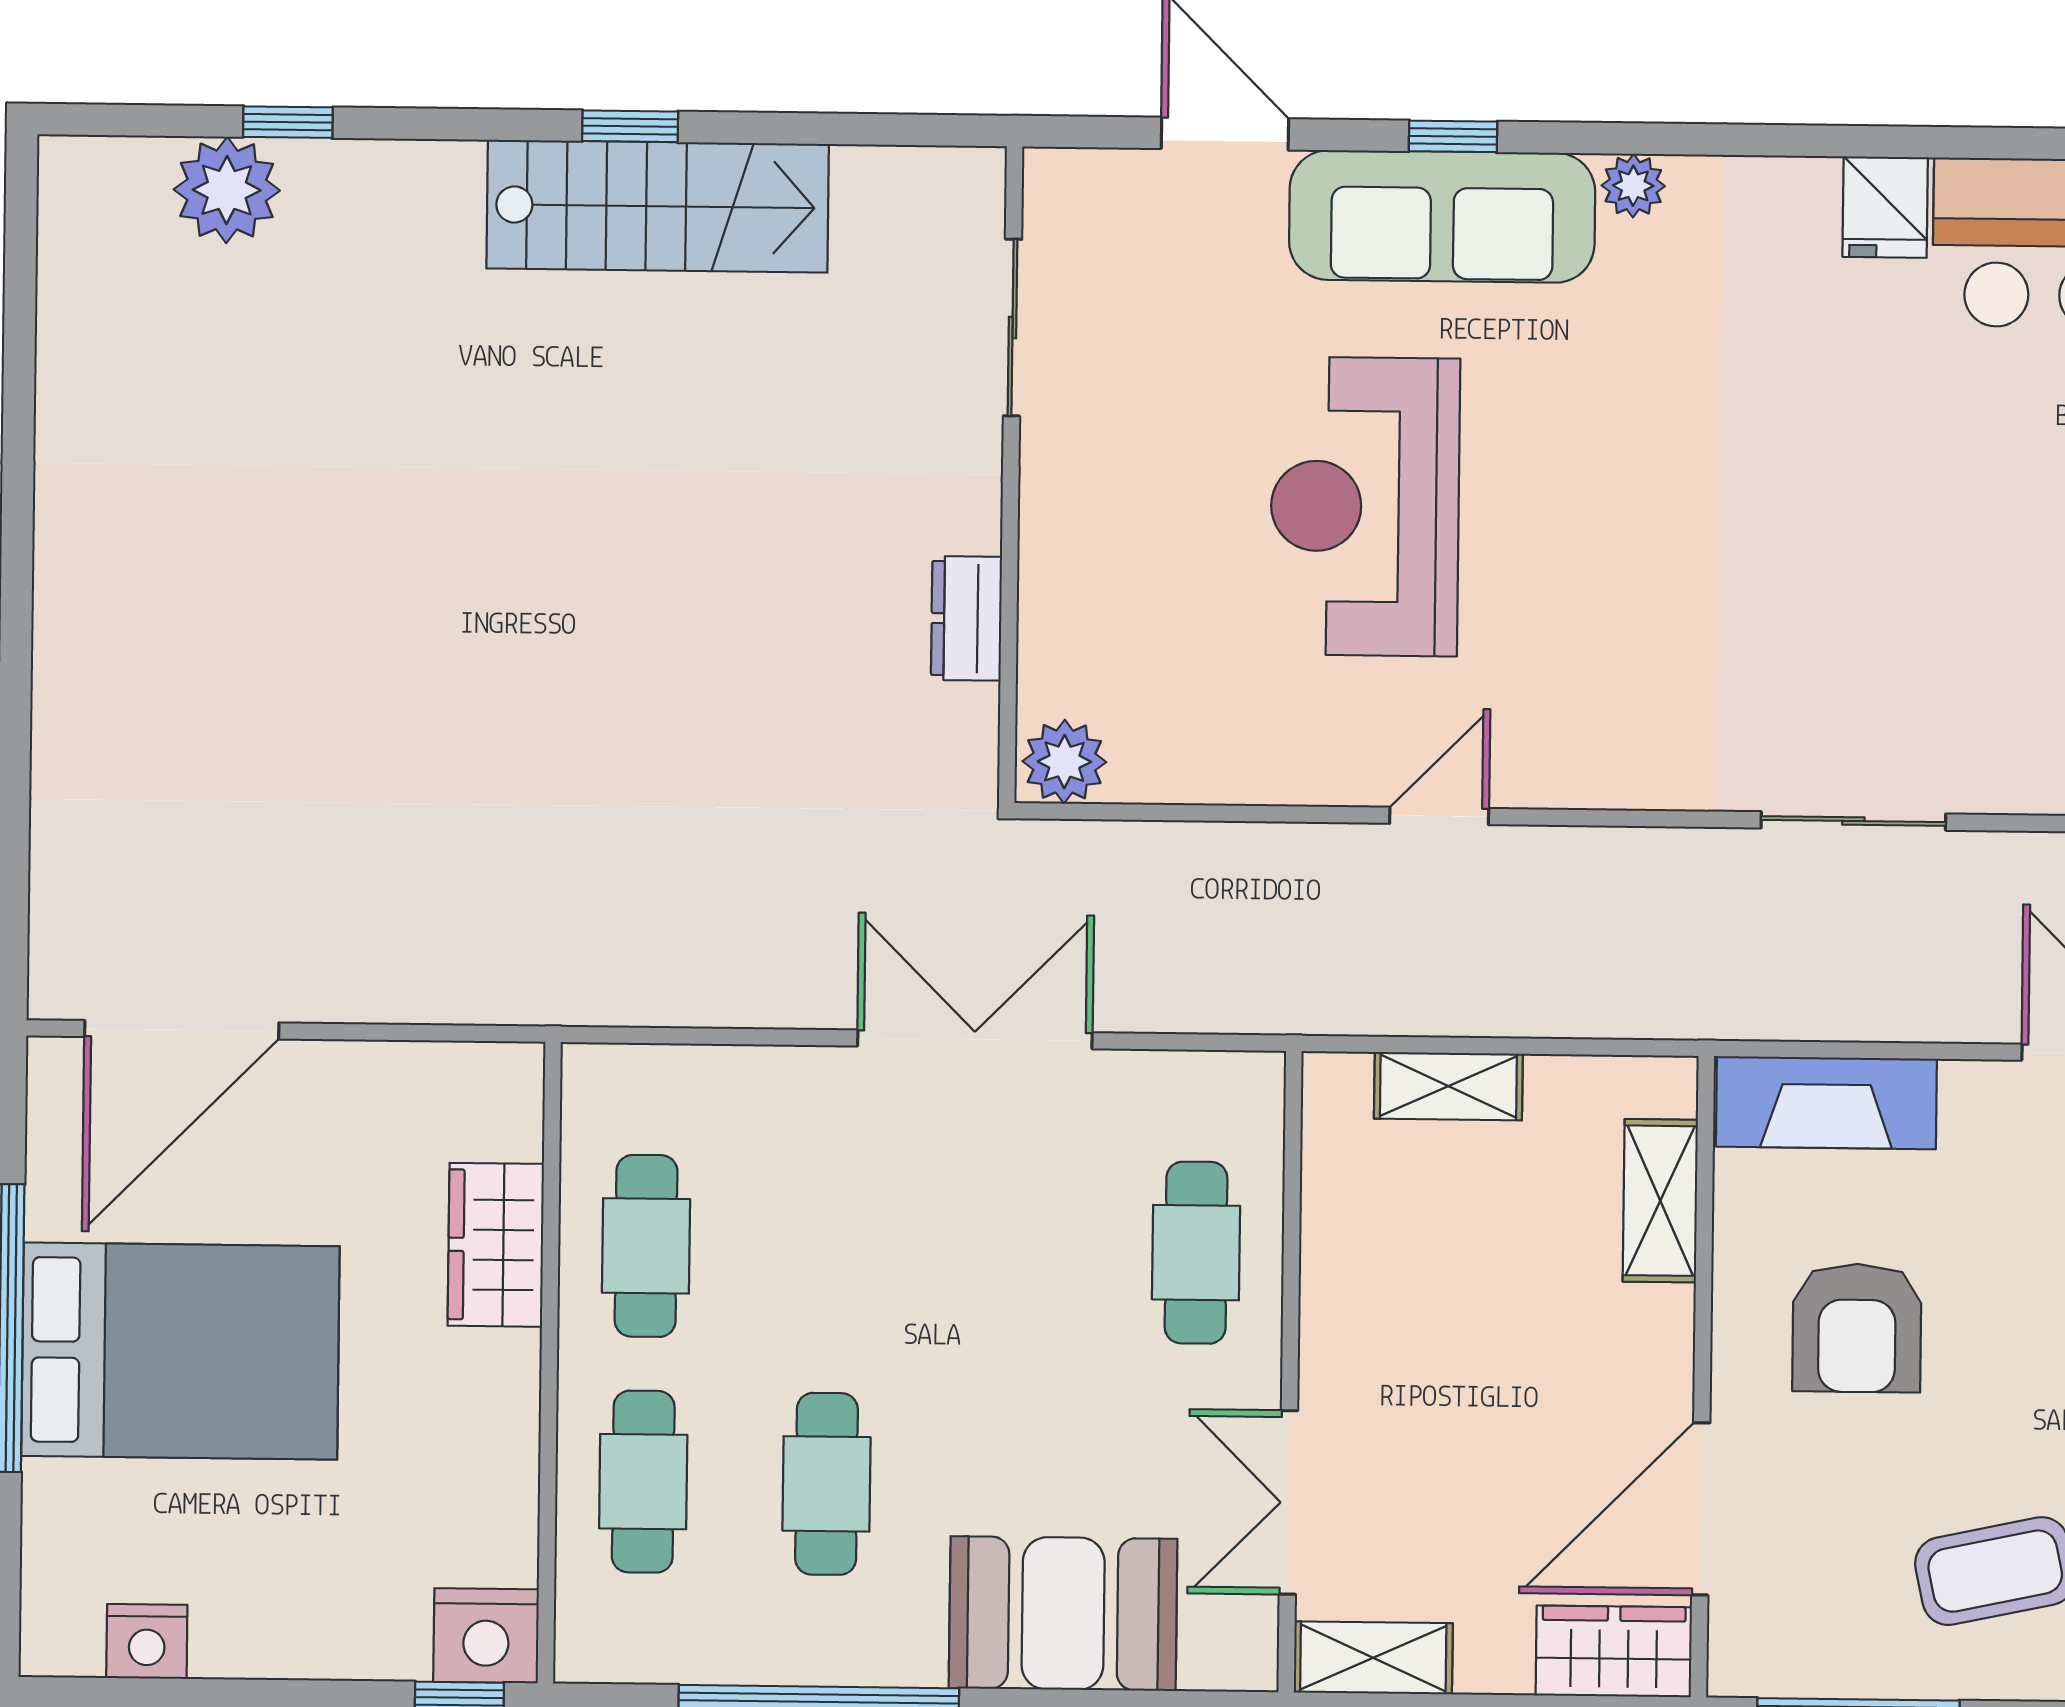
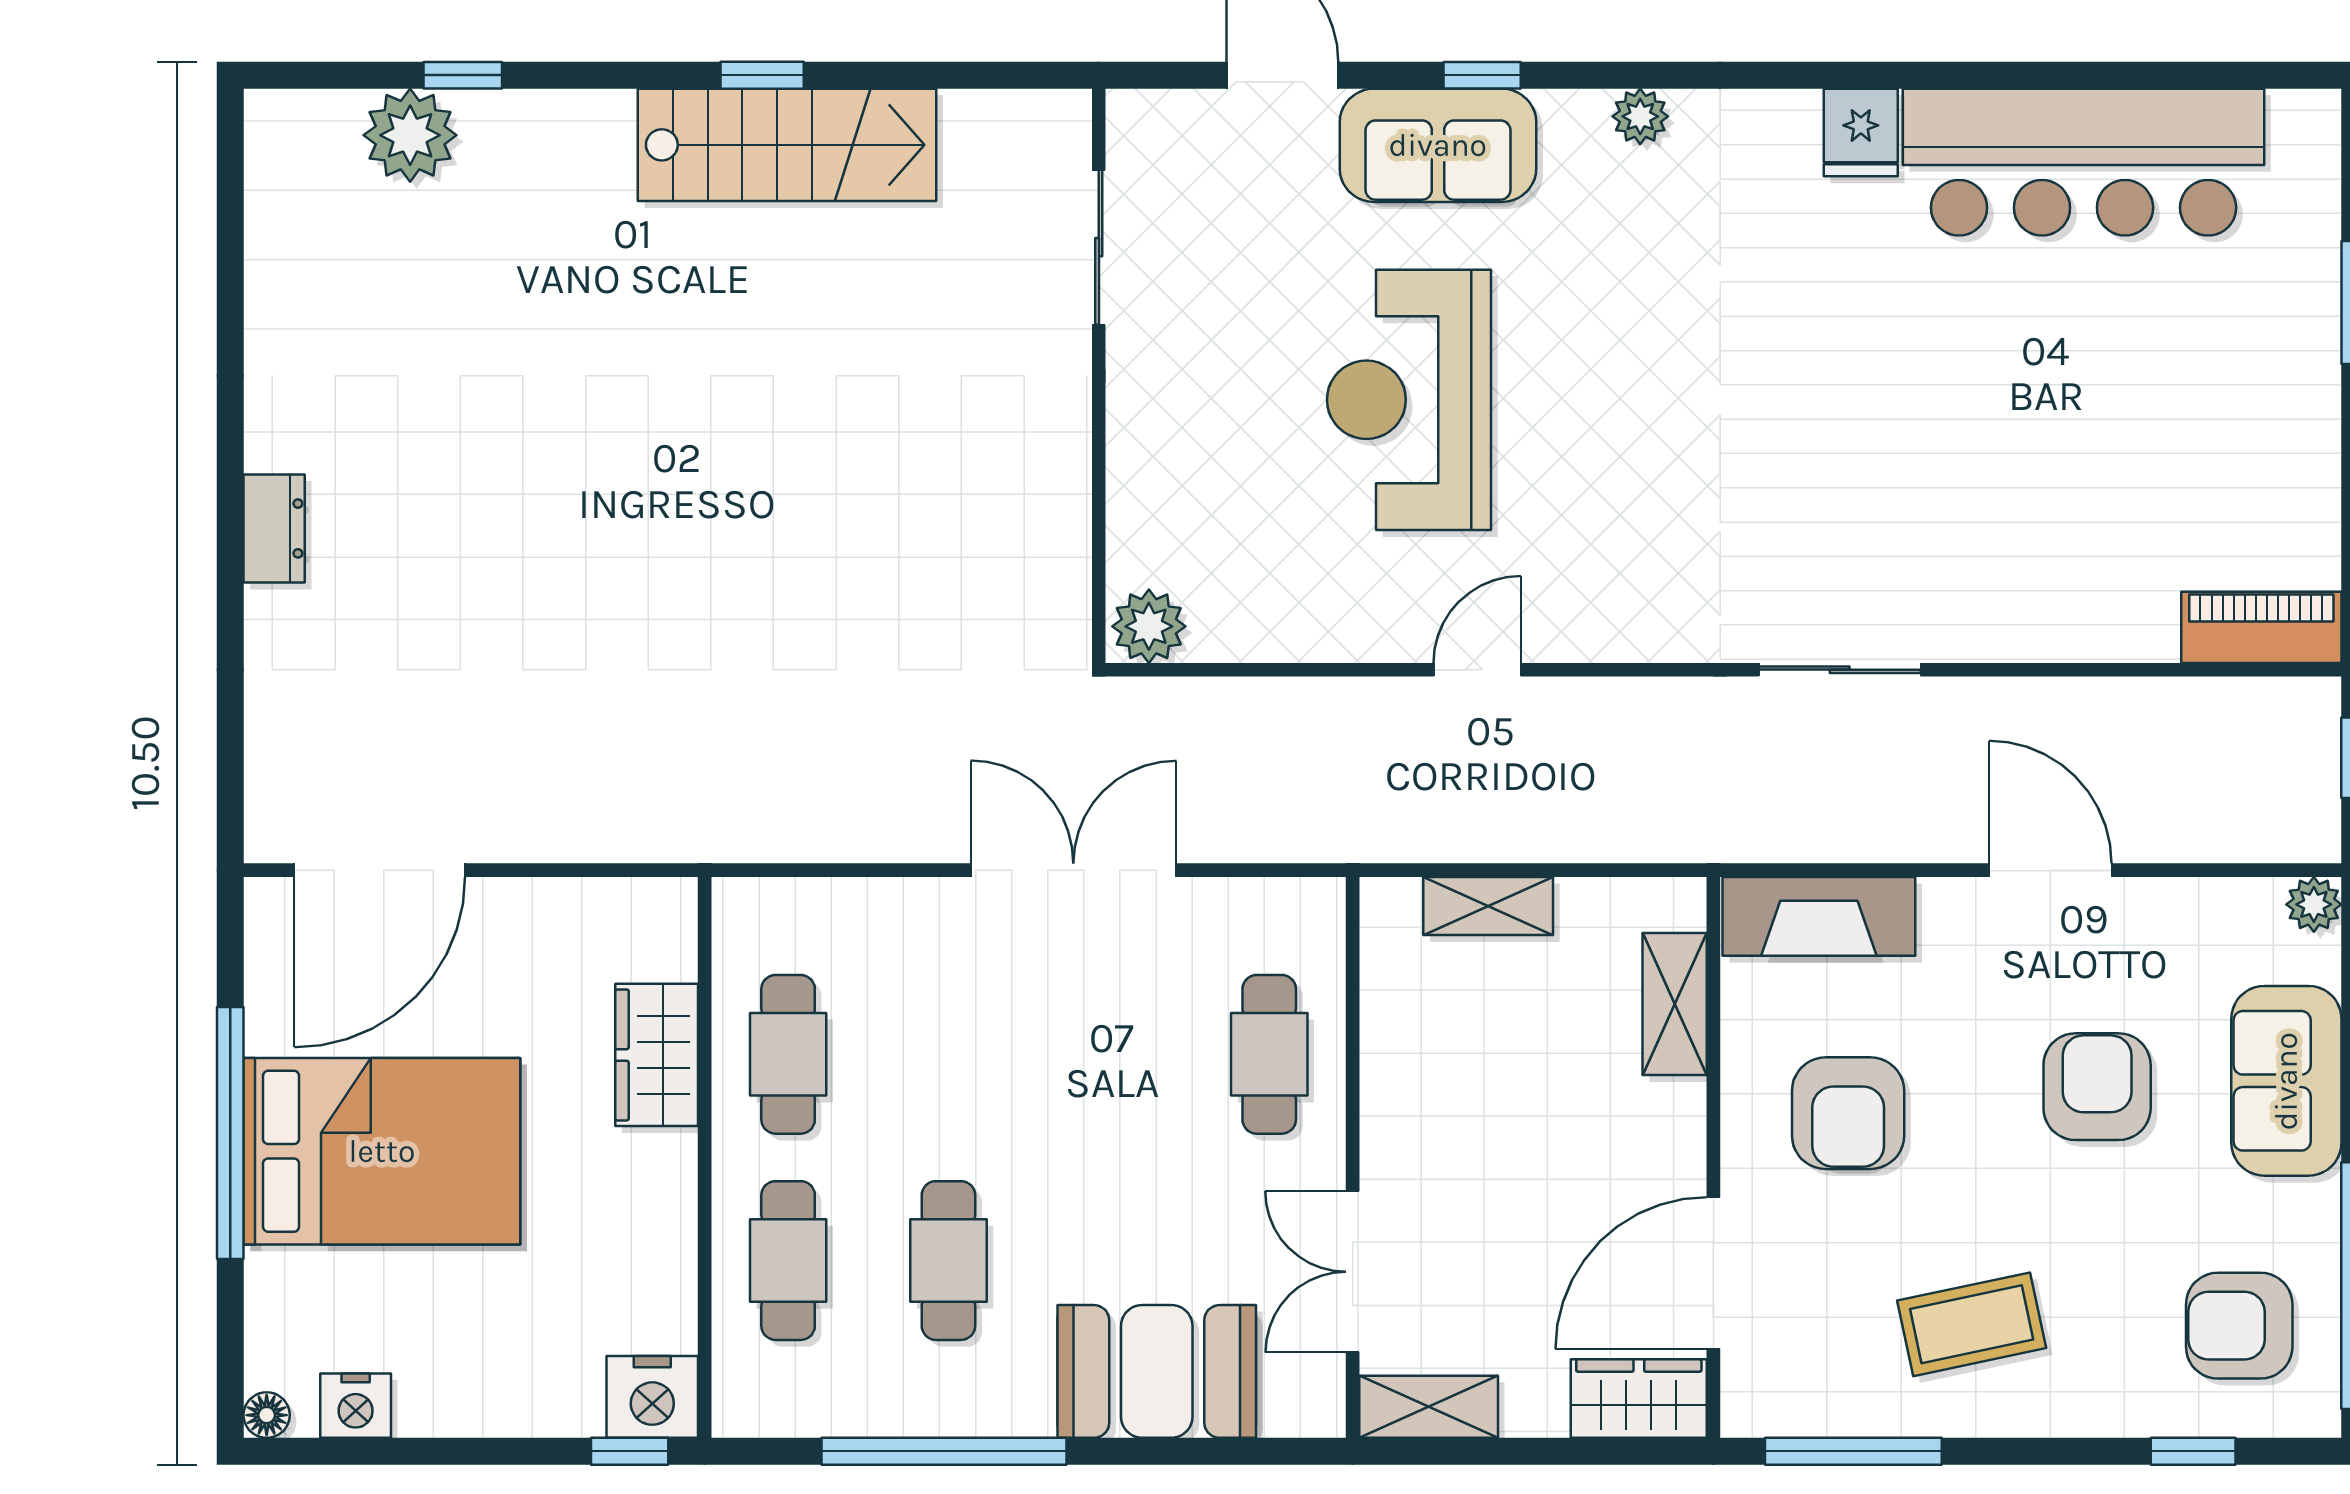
sofa: (1442, 216) -> (1438, 145), width x0.73
dresser: (966, 618) -> (274, 528), moved, turned 180
floor lamp: (45, 1651) -> (267, 1415), added

